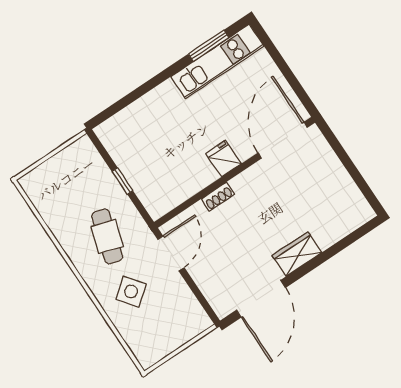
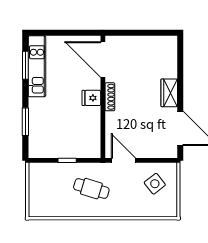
window: (136, 94) -> (25, 122), added
shoe rack: (218, 197) -> (110, 97), moved, width x1.43
side table: (131, 291) -> (155, 184), moved

